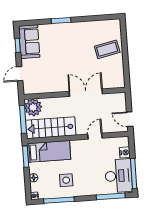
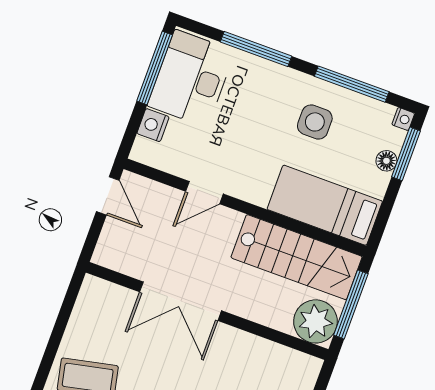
window: (26, 157) -> (406, 154), moved
window: (111, 196) -> (256, 49), moved

